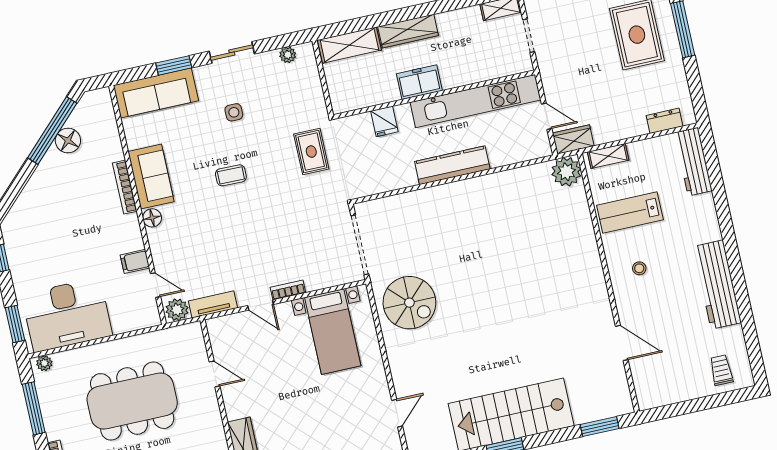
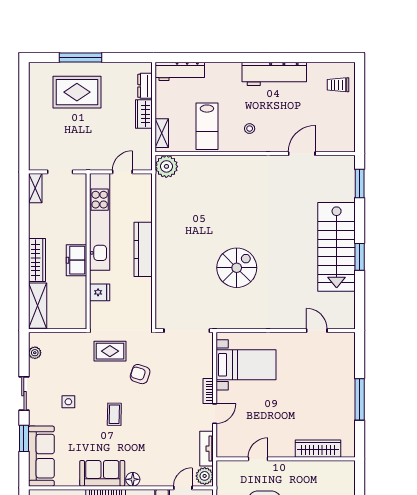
wardrobe: (573, 139) -> (144, 114), moved
armchair: (290, 197) -> (140, 374), added
spiral stairs: (409, 303) -> (237, 268), moved

